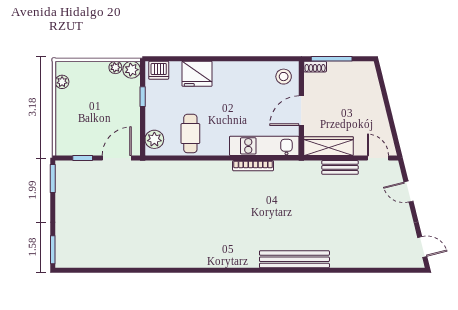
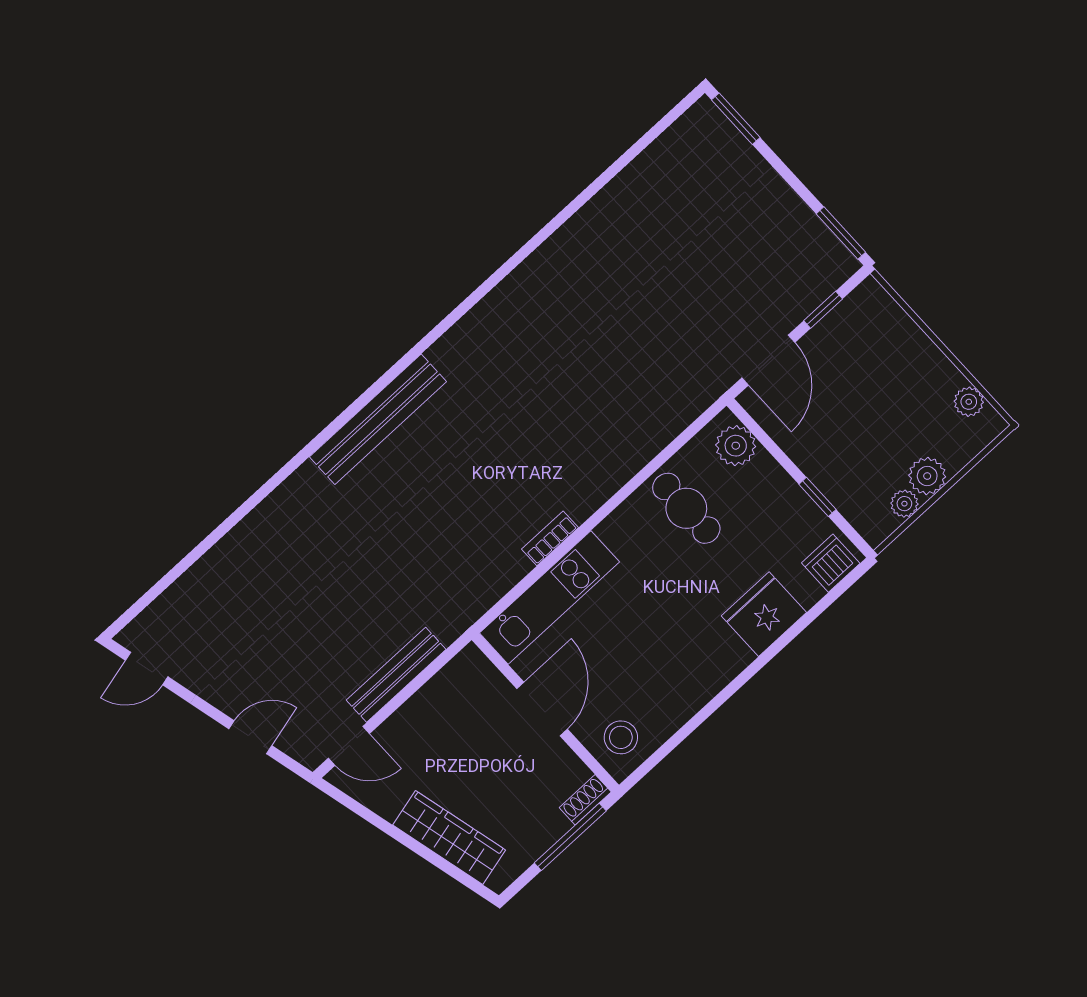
plant: (132, 70) -> (927, 476), moved
wardrobe: (328, 146) -> (449, 837), moved, turned -104
bookcase: (253, 166) -> (550, 538), width x0.64
bench: (340, 167) -> (396, 675), width x1.36
bench: (294, 259) -> (378, 419), moved

